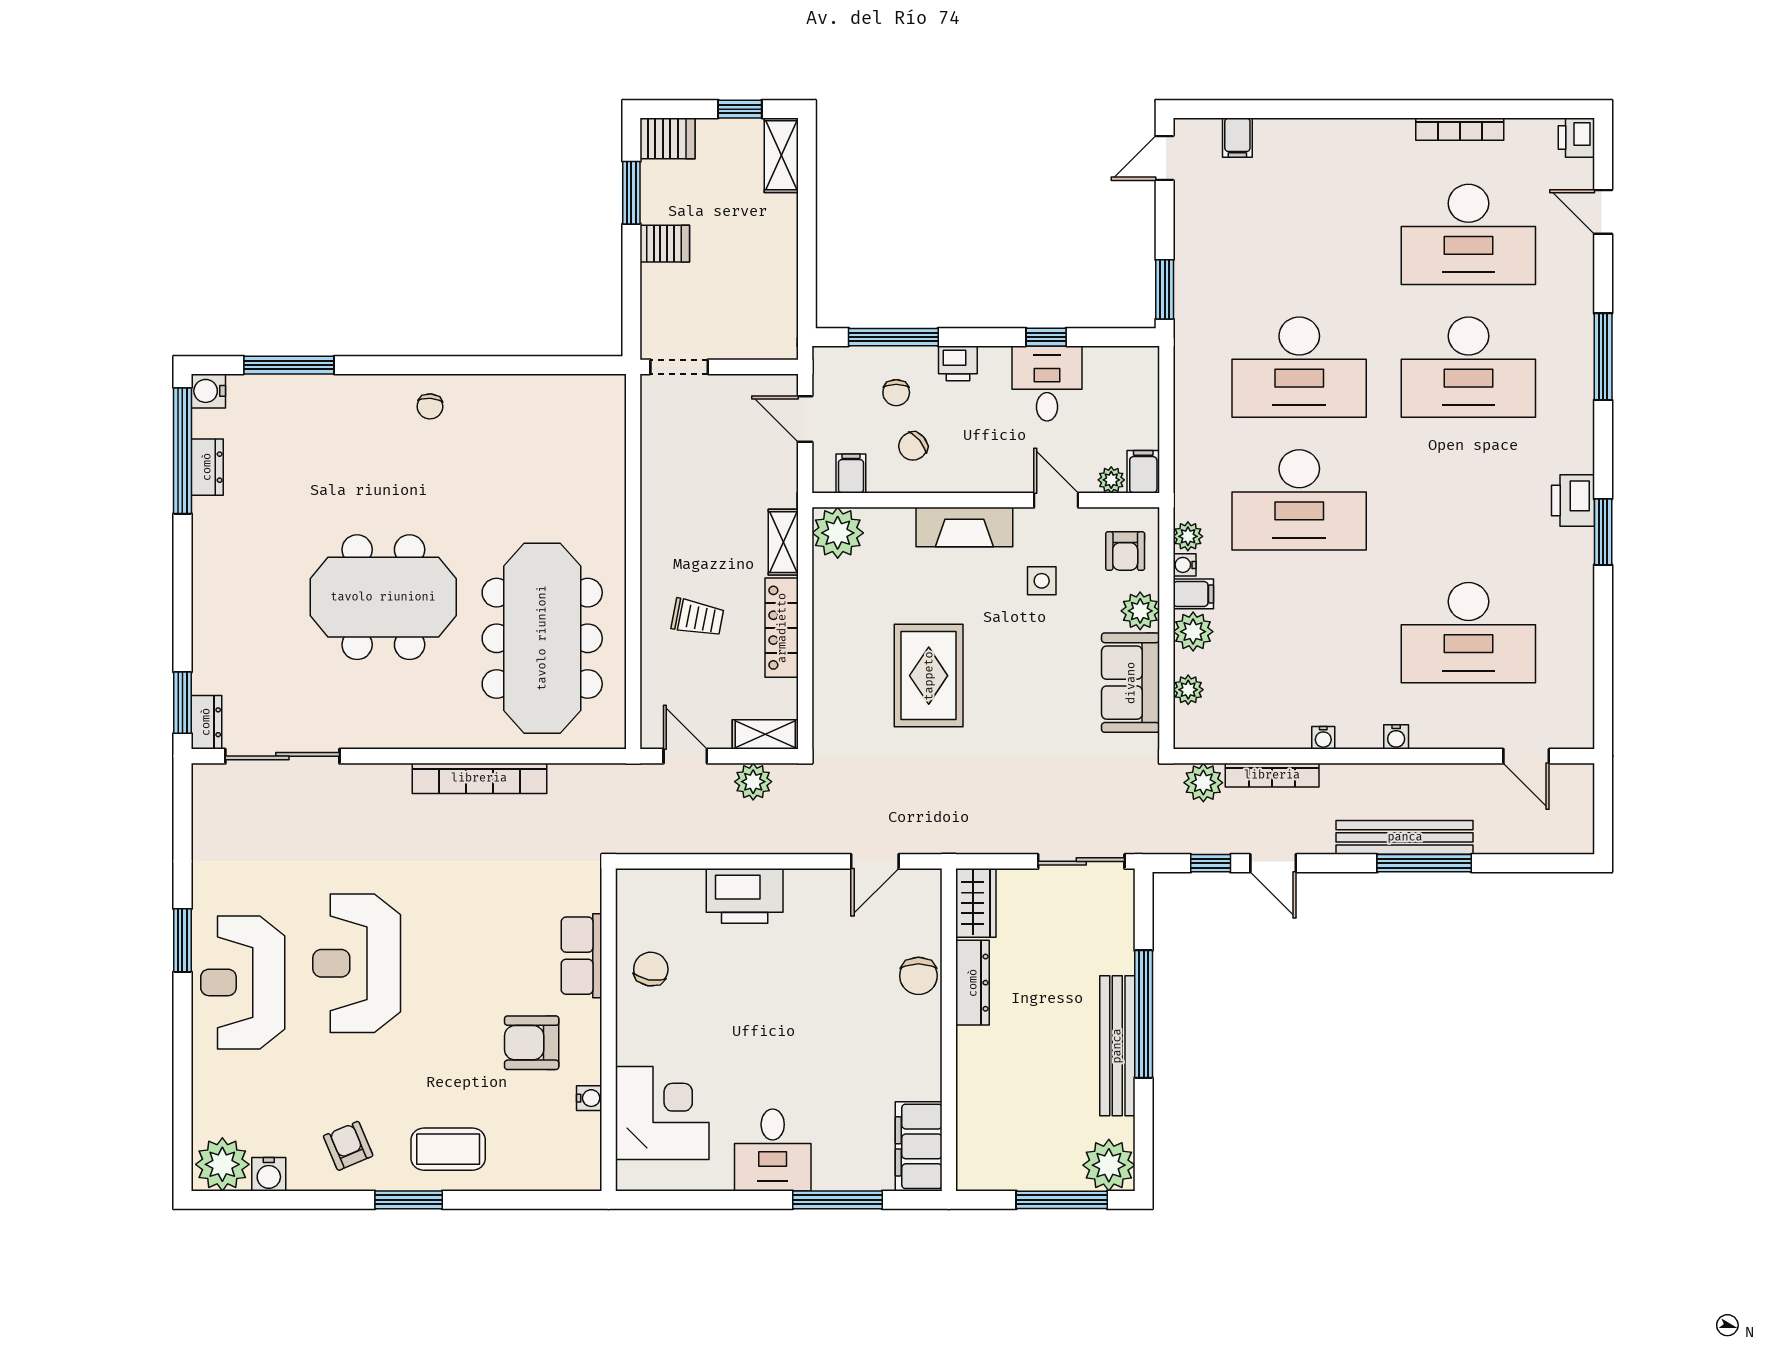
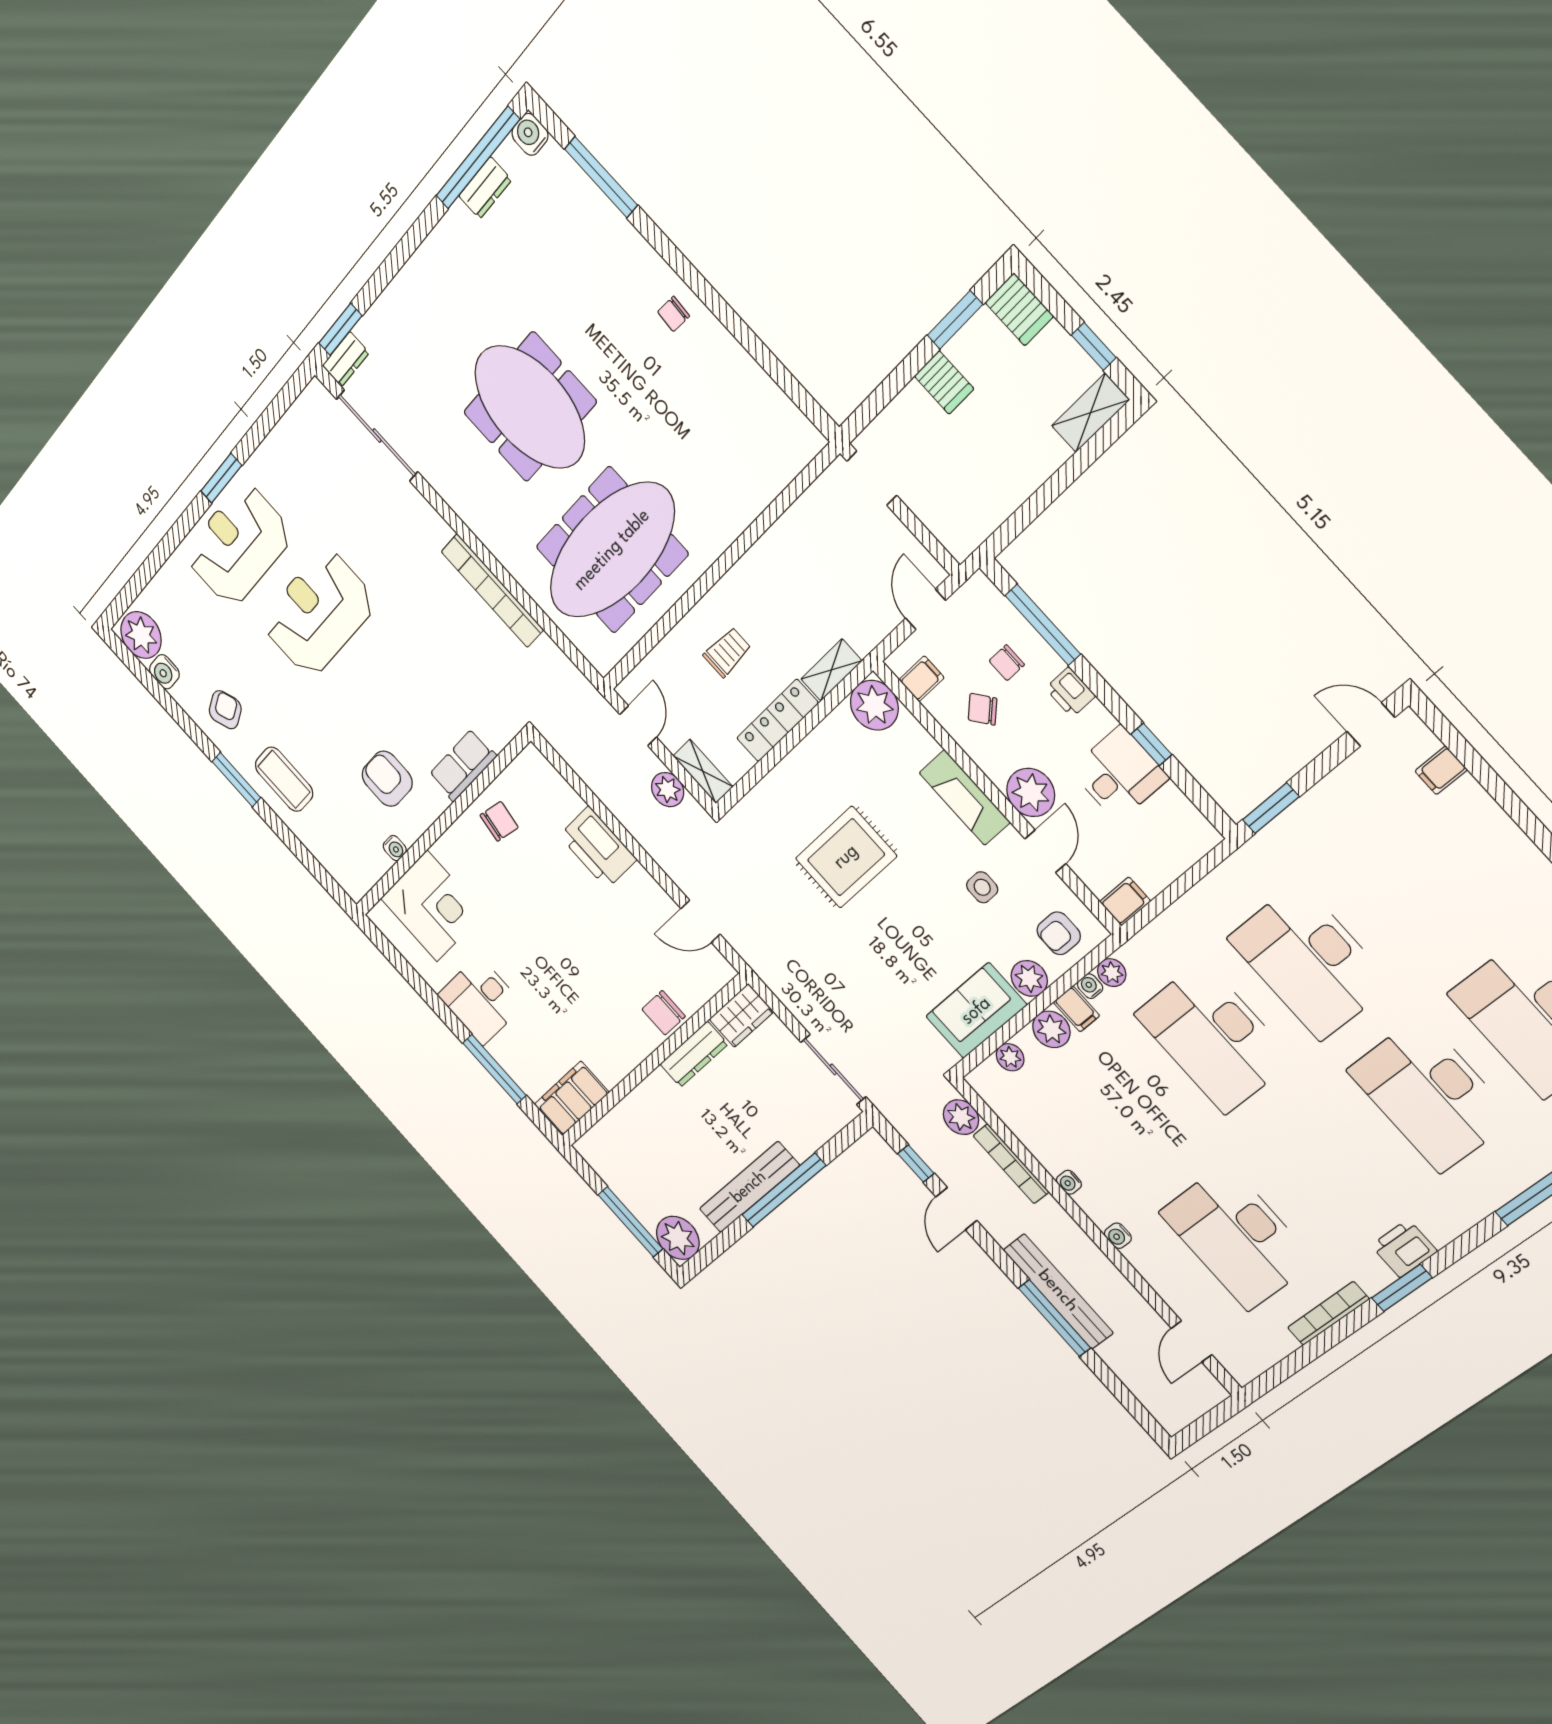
plant: (1111, 480) -> (1031, 792), moved, width x1.88, depth x1.88
bookcase: (1582, 614) -> (1328, 1313), added
trolley: (697, 618) -> (727, 652), turned -101

